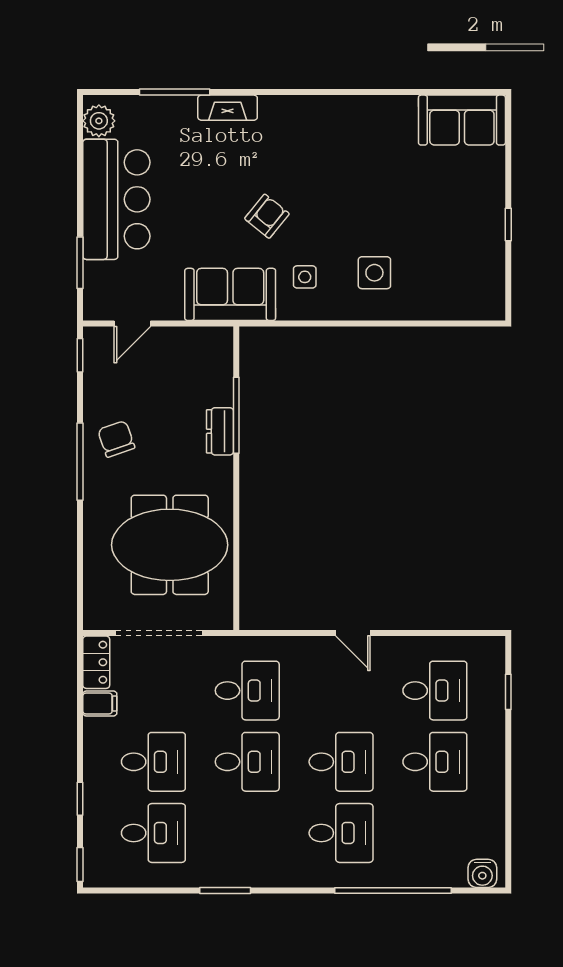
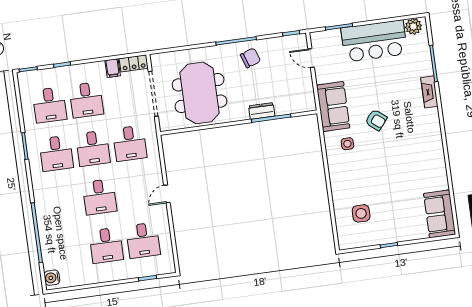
side table: (374, 273) -> (361, 213), moved
desk: (341, 833) -> (56, 153), moved

